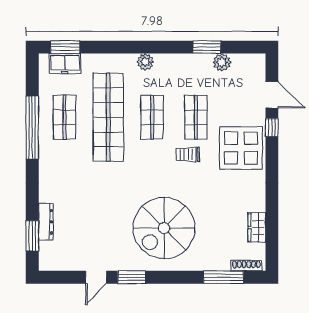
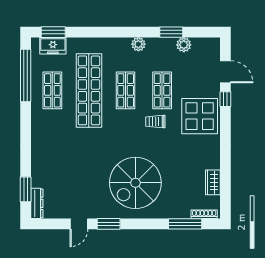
plant: (145, 62) -> (138, 44), moved
window: (32, 128) -> (26, 75), moved
dresser: (46, 222) -> (37, 203), moved

